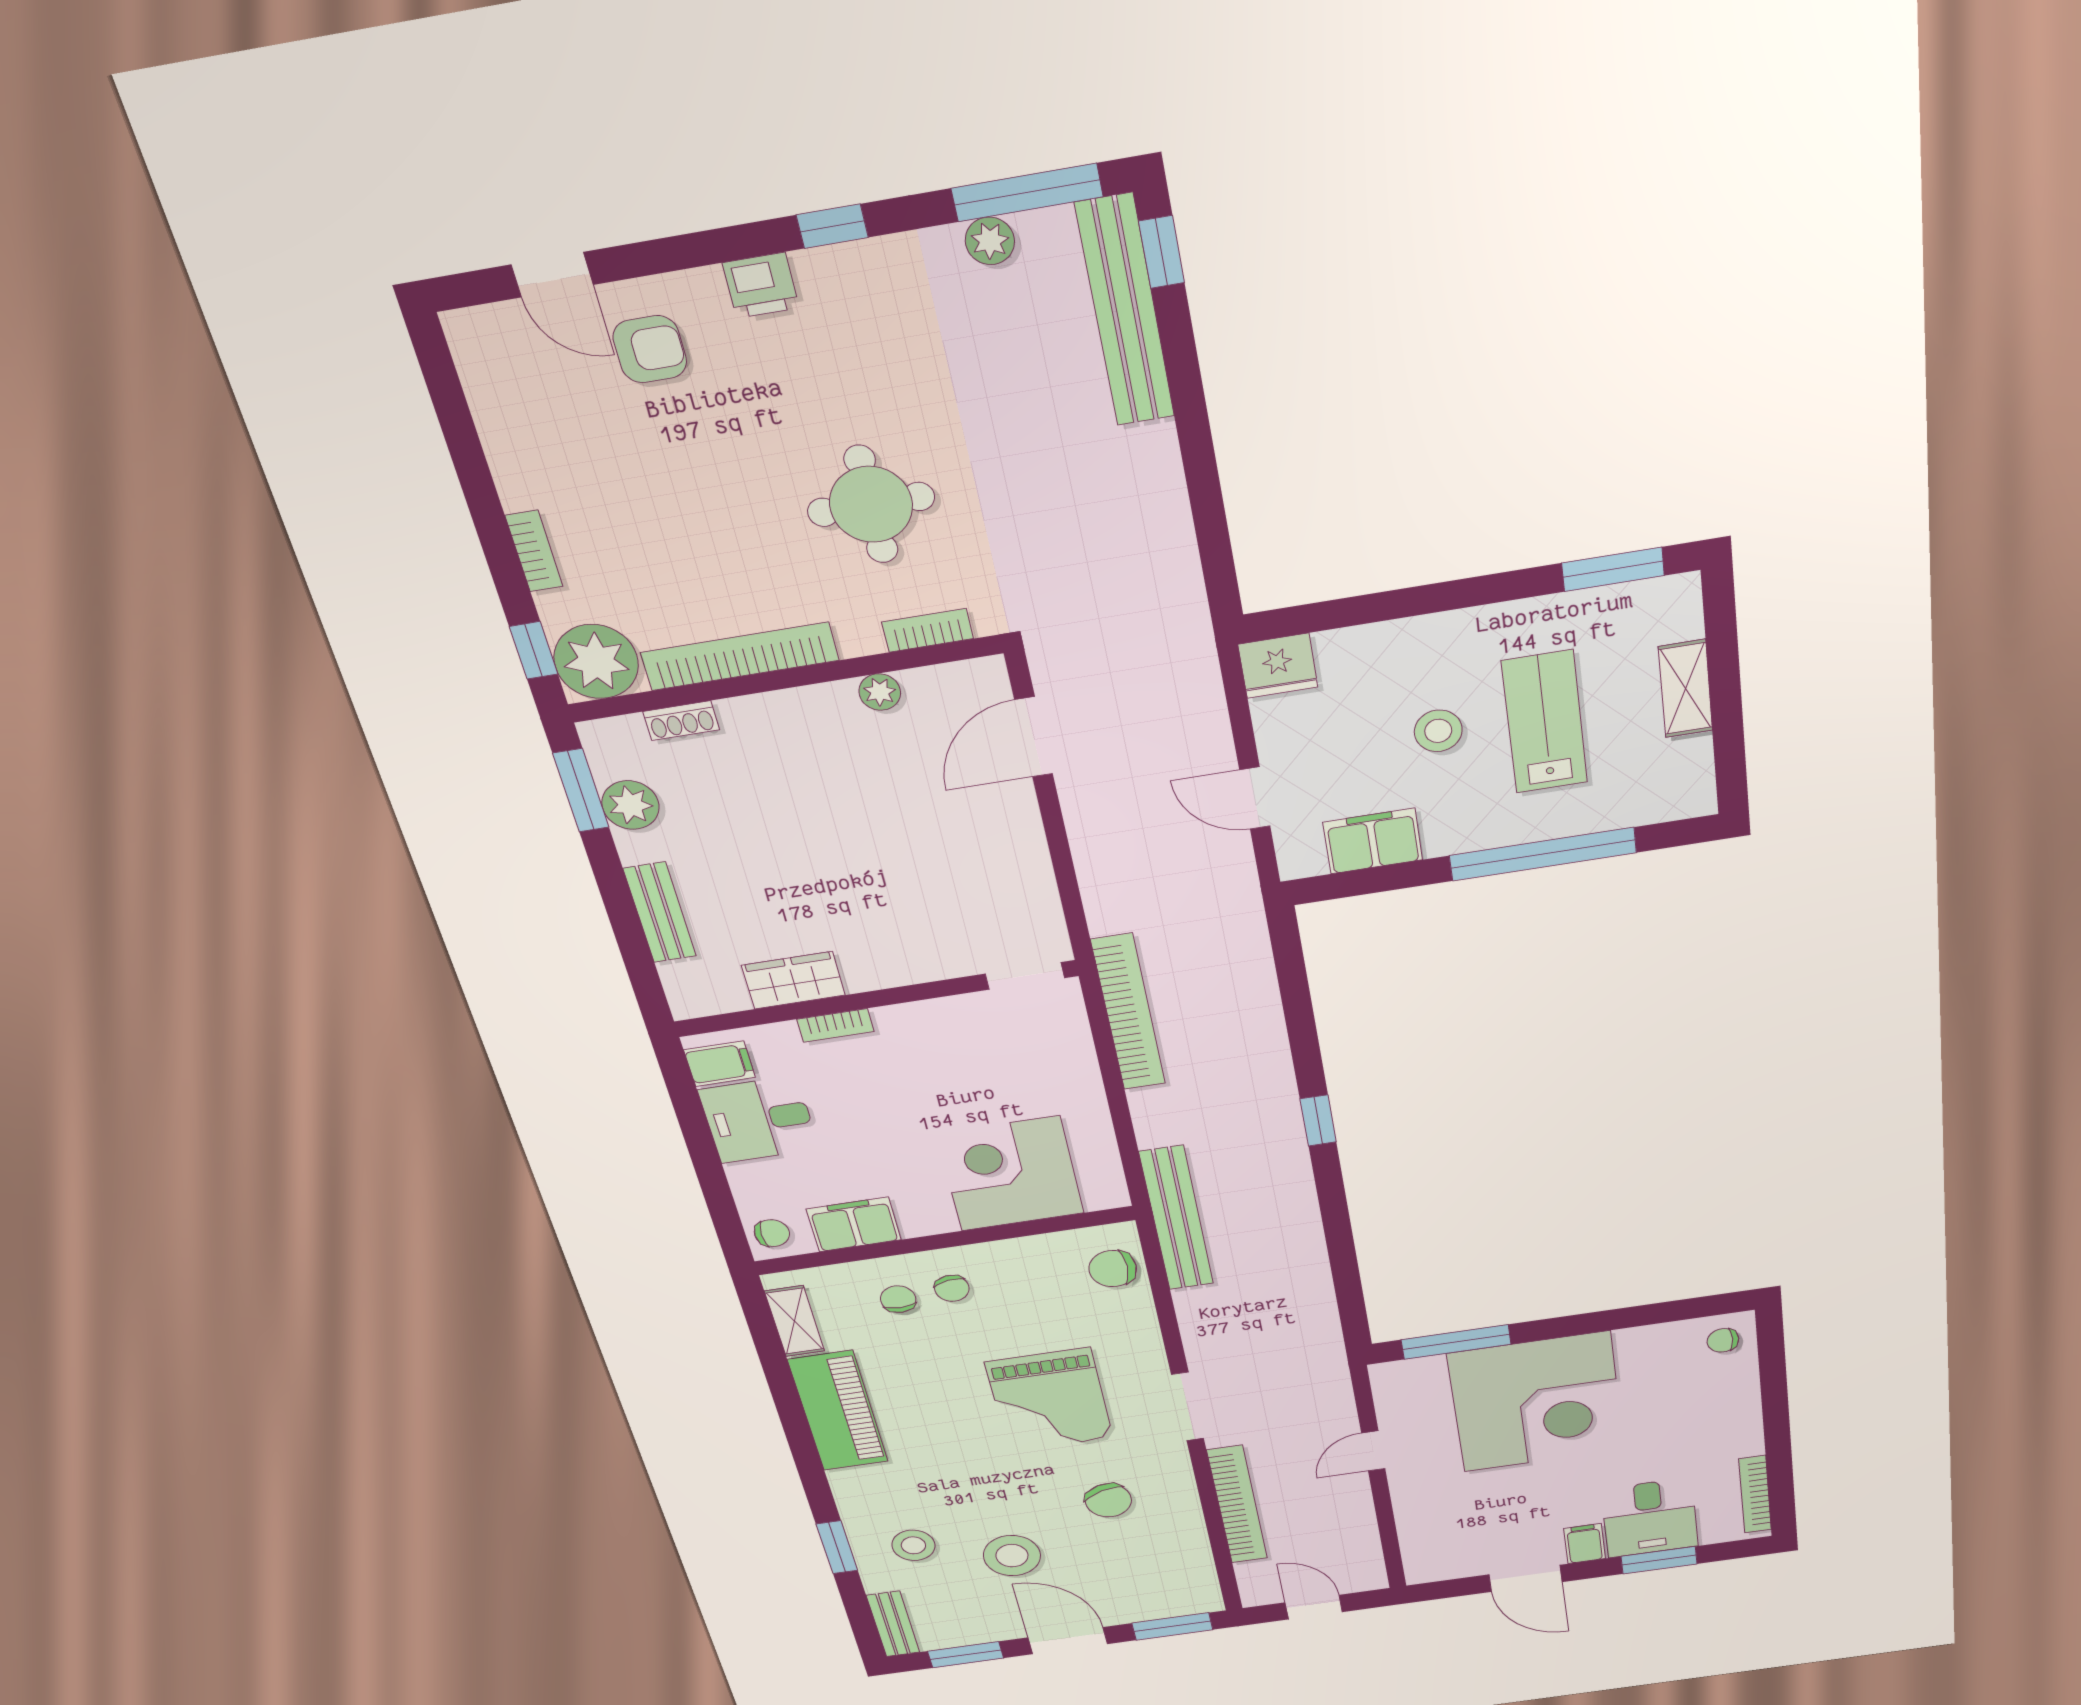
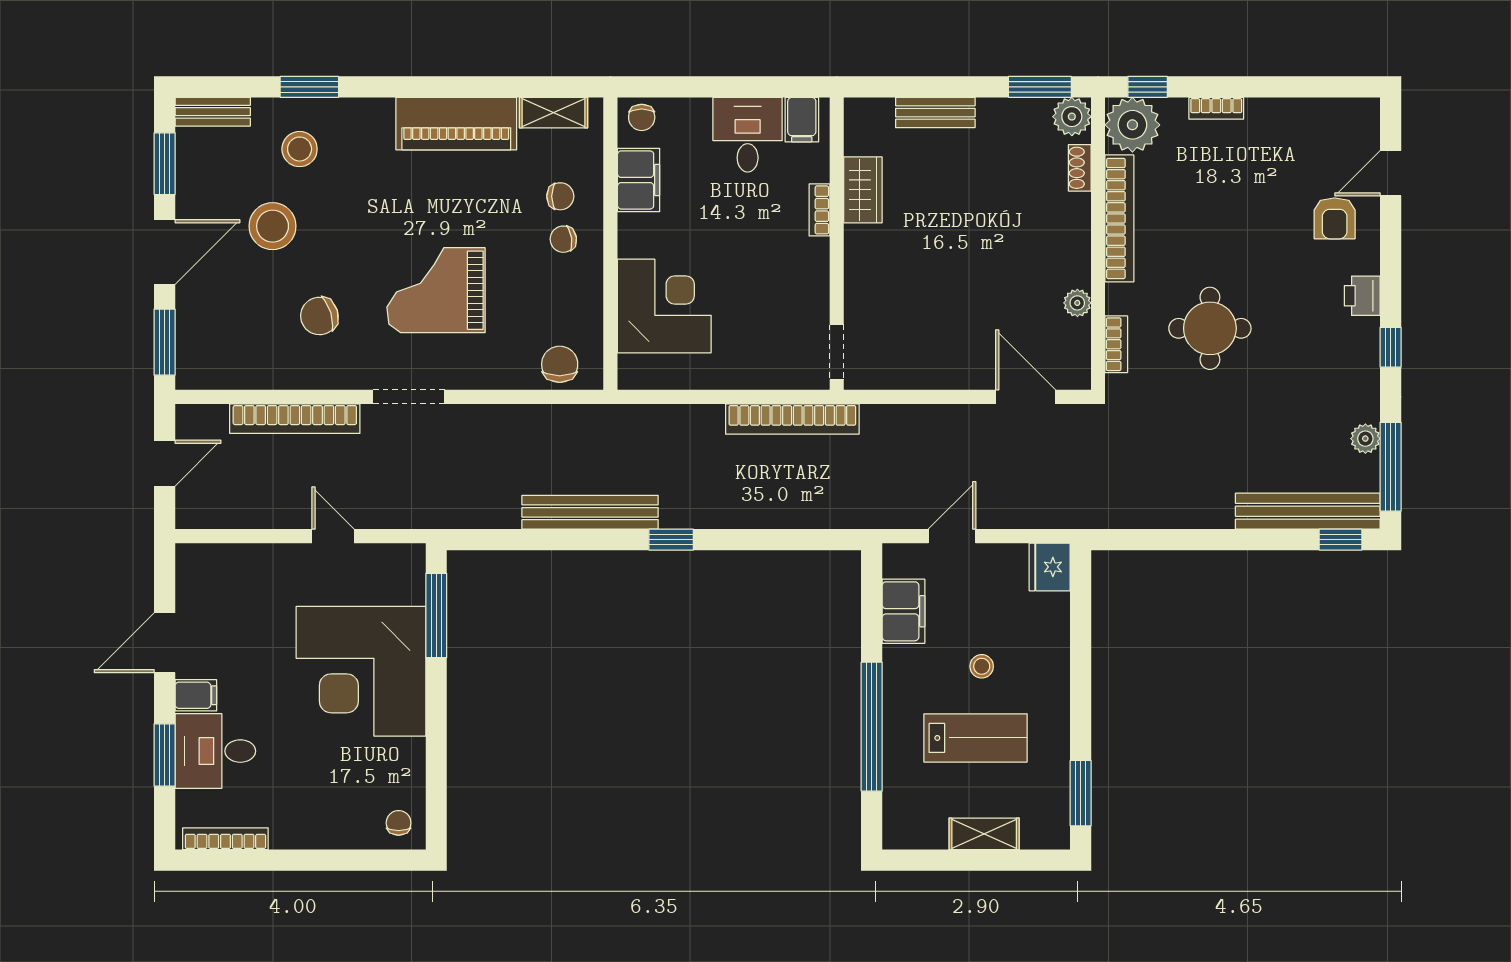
stool: (1438, 731) -> (982, 666), width x0.73, depth x0.73
plant: (630, 805) -> (1072, 117), moved
bench: (1176, 1218) -> (590, 512), moved

